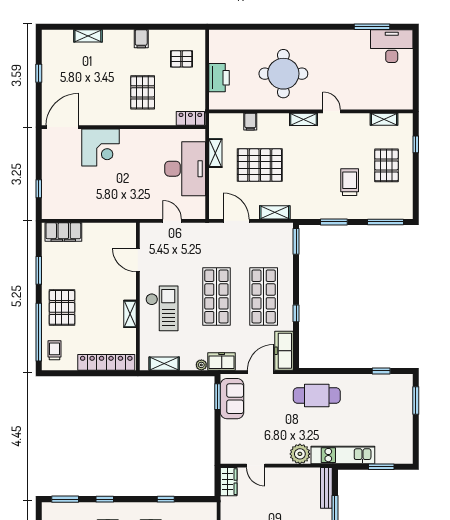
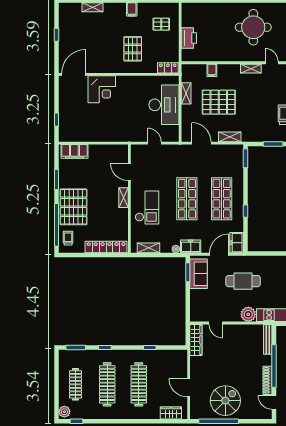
round table: (283, 74) -> (253, 27), moved
pallet: (62, 307) -> (73, 207), width x1.37, depth x1.41
shelving: (130, 314) -> (123, 198), moved
freezer: (284, 351) -> (237, 243), width x0.71
cafe table: (317, 396) -> (243, 281), moved
wardrobe: (229, 482) -> (196, 340), width x1.50

